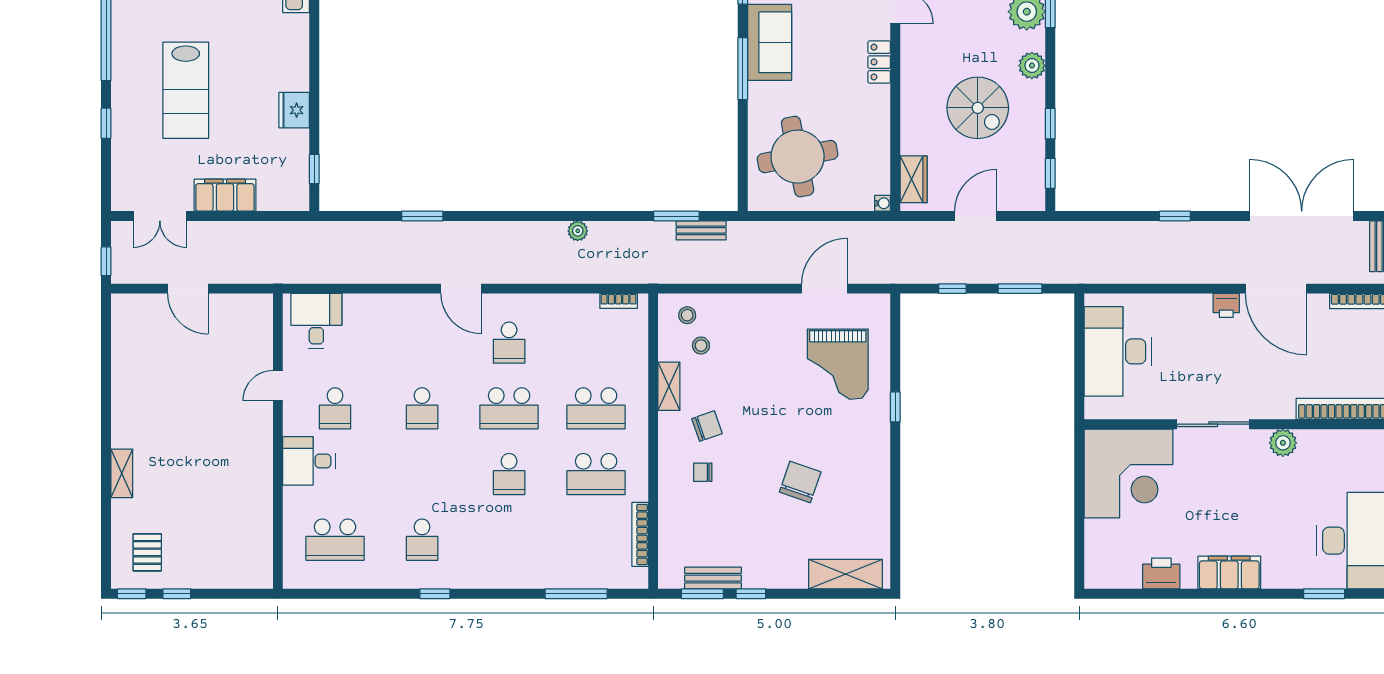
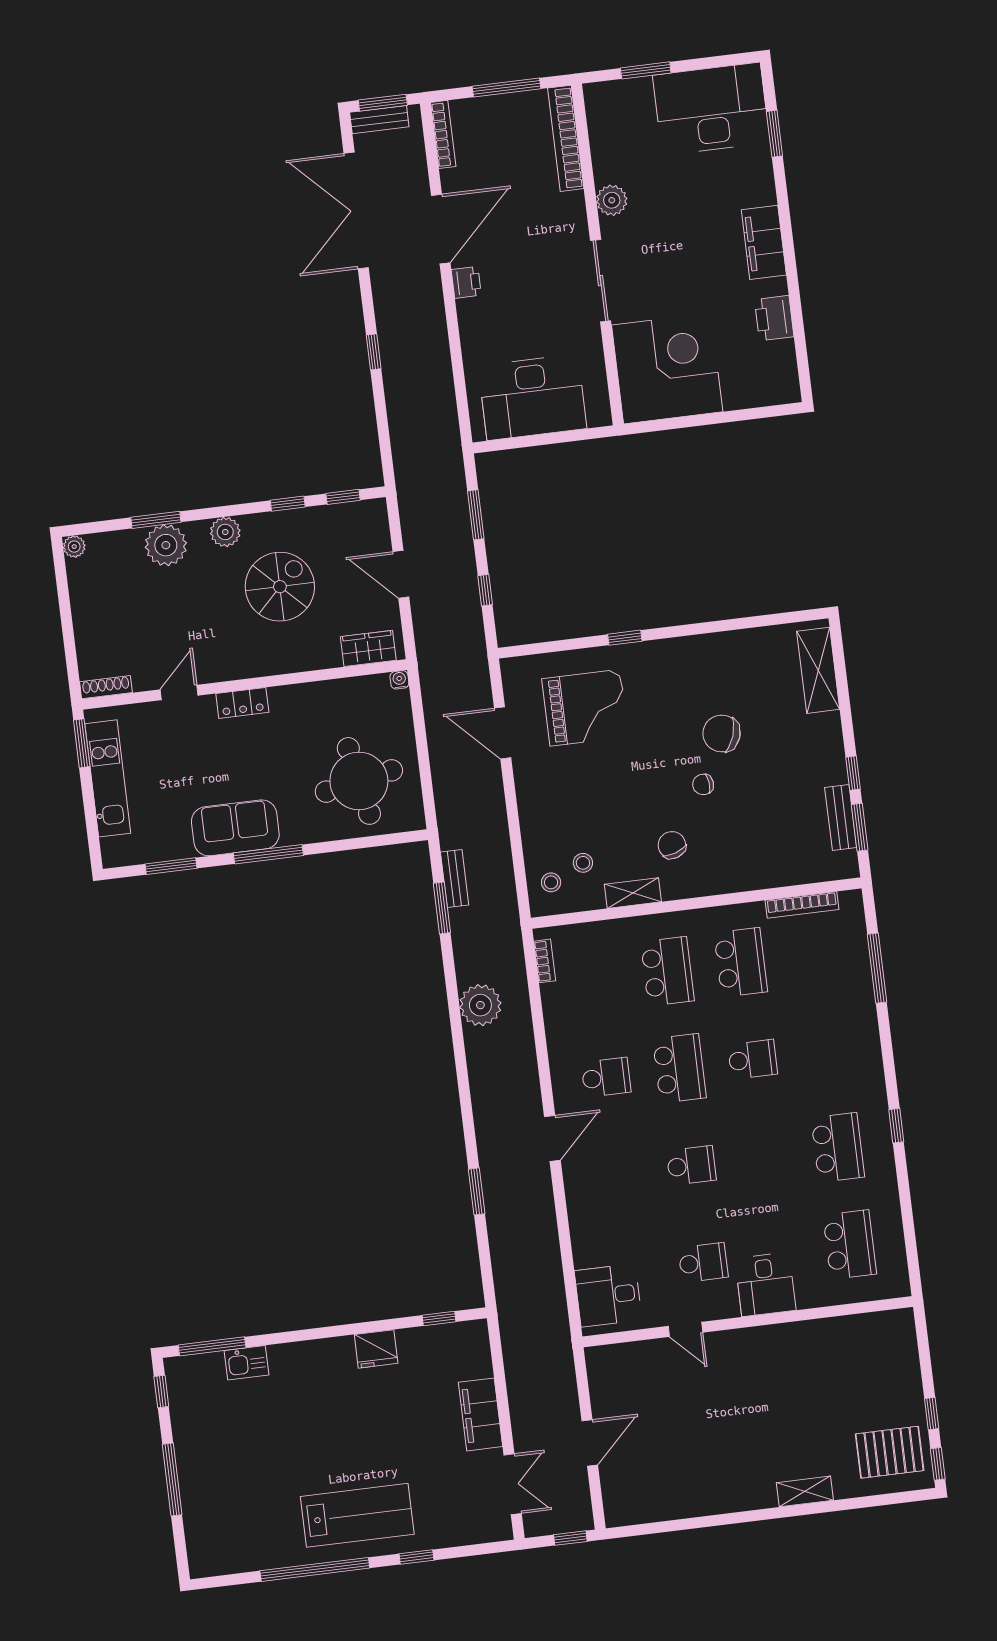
lab bench: (186, 90) -> (357, 1515), moved
plant: (578, 231) -> (480, 1005), width x1.88, depth x1.88
chair: (703, 472) -> (703, 784), moved, turned 84
school desk: (422, 540) -> (838, 1147), width x1.85
pallet: (147, 552) -> (890, 1452), width x1.50, depth x1.42

